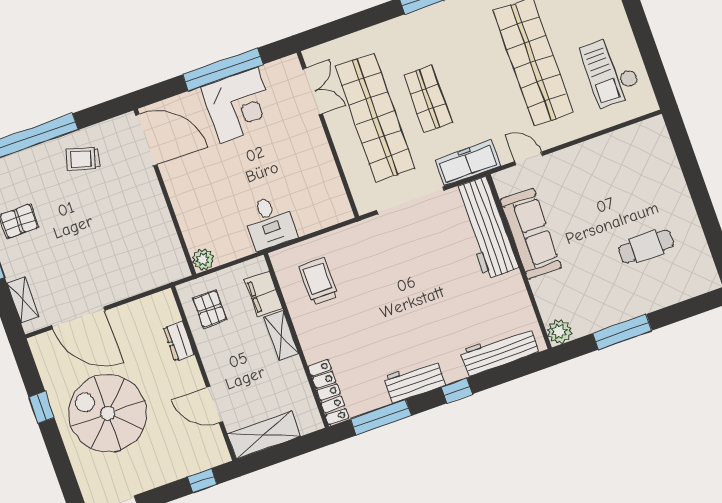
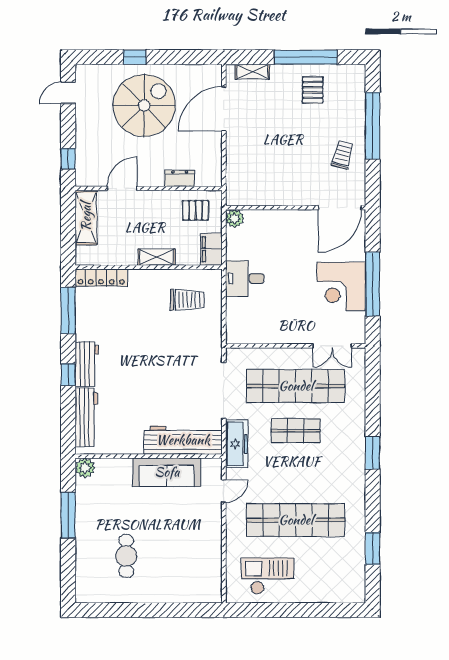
filing cabinet: (263, 294) -> (211, 249), moved, turned -90
workbench: (414, 381) -> (87, 364), moved
window: (41, 407) -> (135, 57), moved

